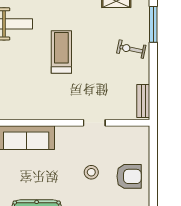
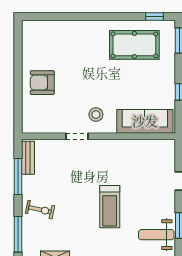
window: (153, 82) -> (18, 177), added
stool: (91, 172) -> (96, 115), moved

